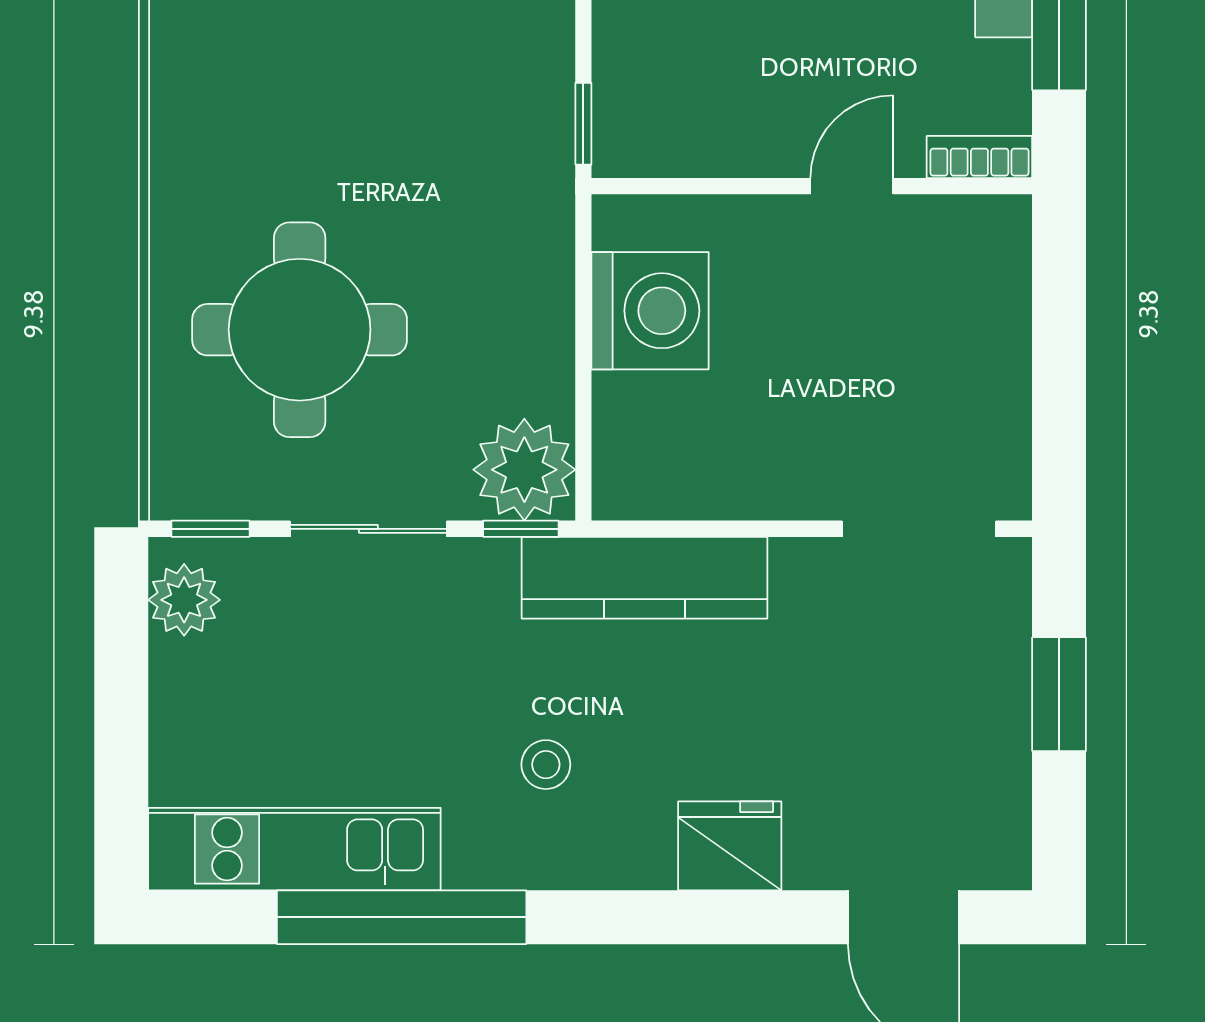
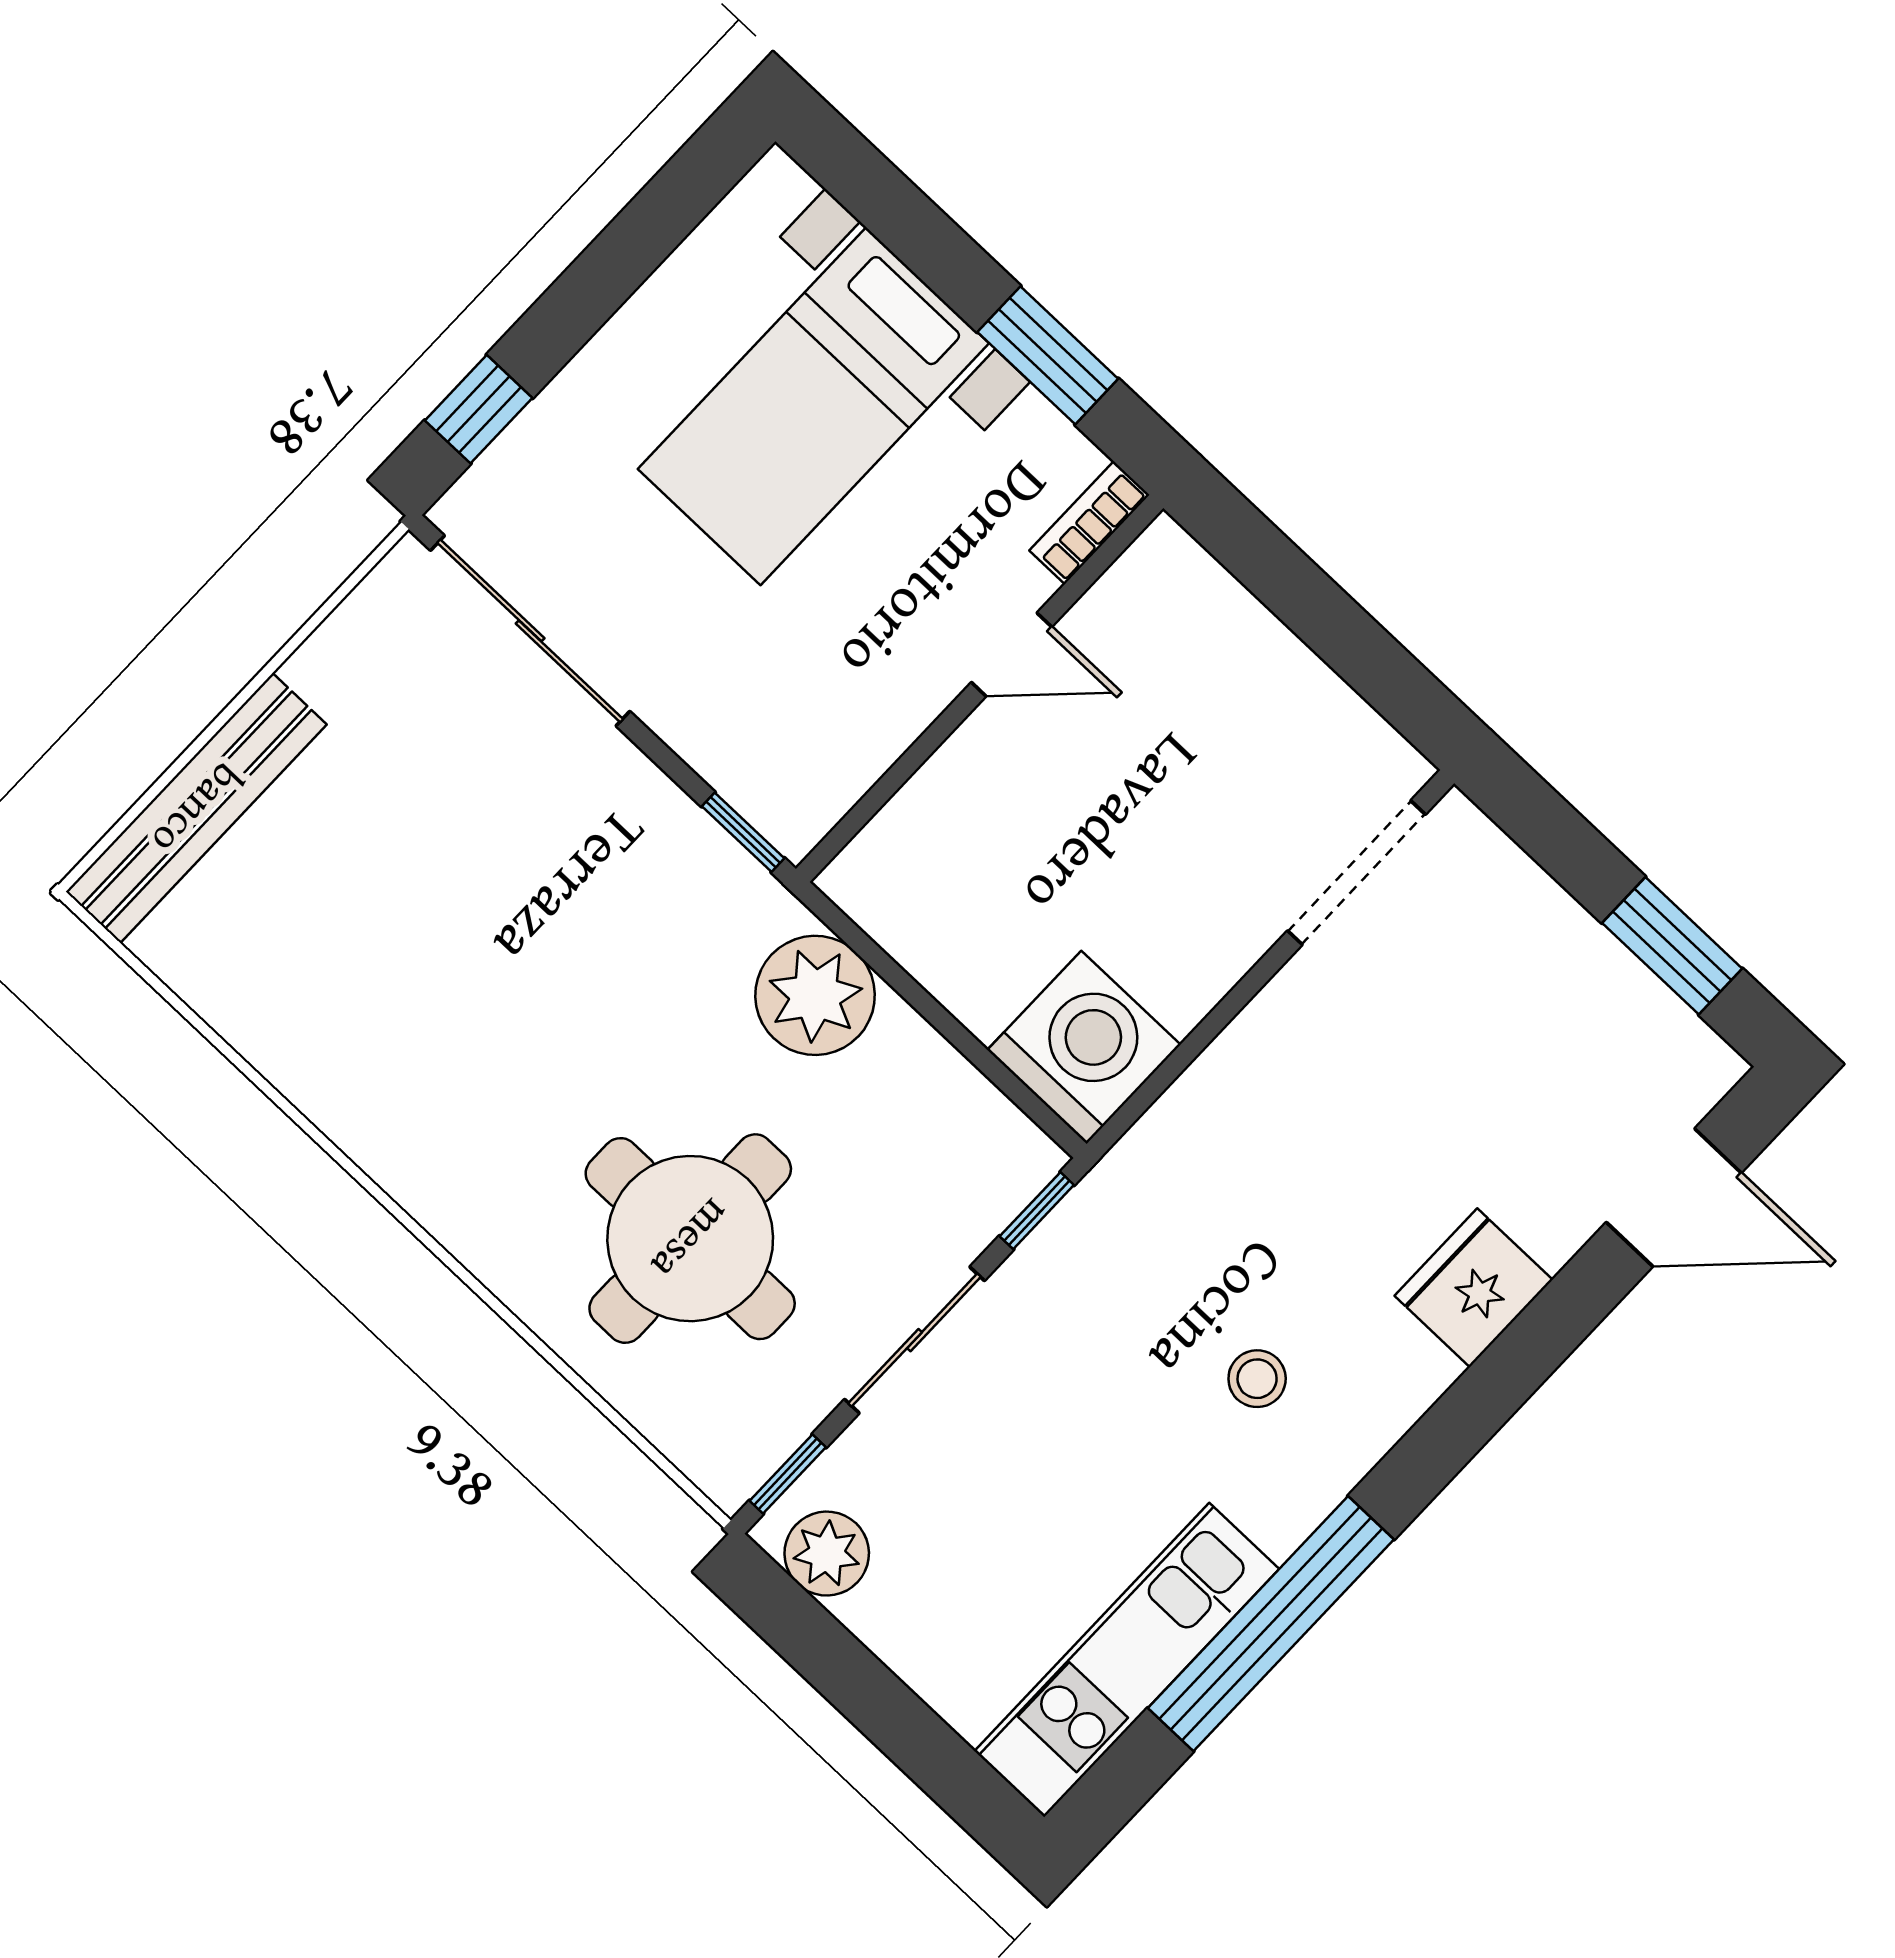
door: (852, 186) -> (1012, 655), swing flipped
washing machine: (650, 311) -> (1084, 1047), moved
plant: (524, 470) -> (815, 995), moved
kitchen counter: (645, 578) -> (1178, 1145), removed
window: (1059, 694) -> (1672, 946), moved

